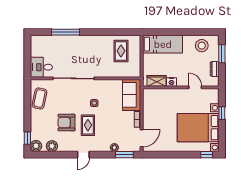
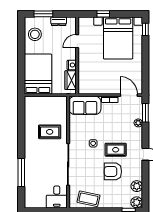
bed: (163, 44) -> (38, 74), width x1.50
rug: (121, 51) -> (50, 132), moved
armchair: (66, 123) -> (113, 171), turned 90

